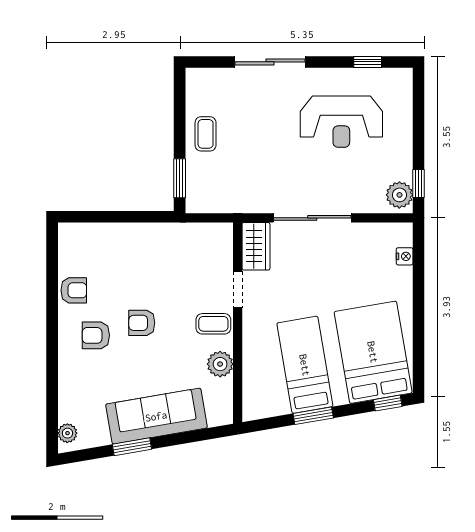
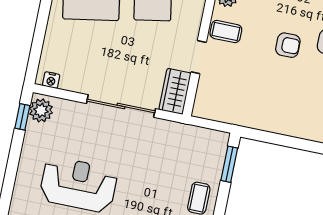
nightstand: (405, 256) -> (51, 80), moved, turned -90

